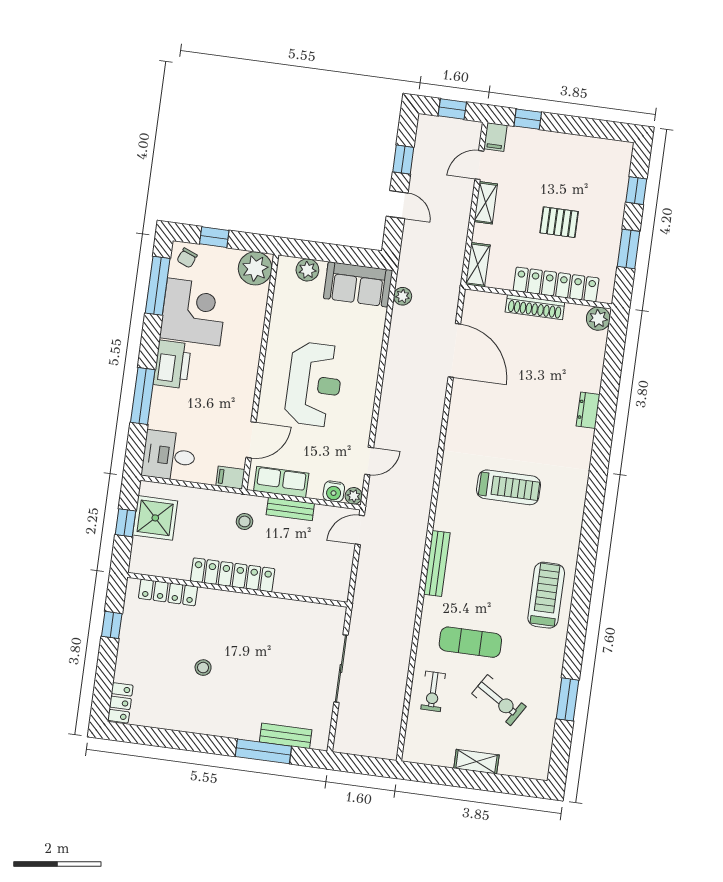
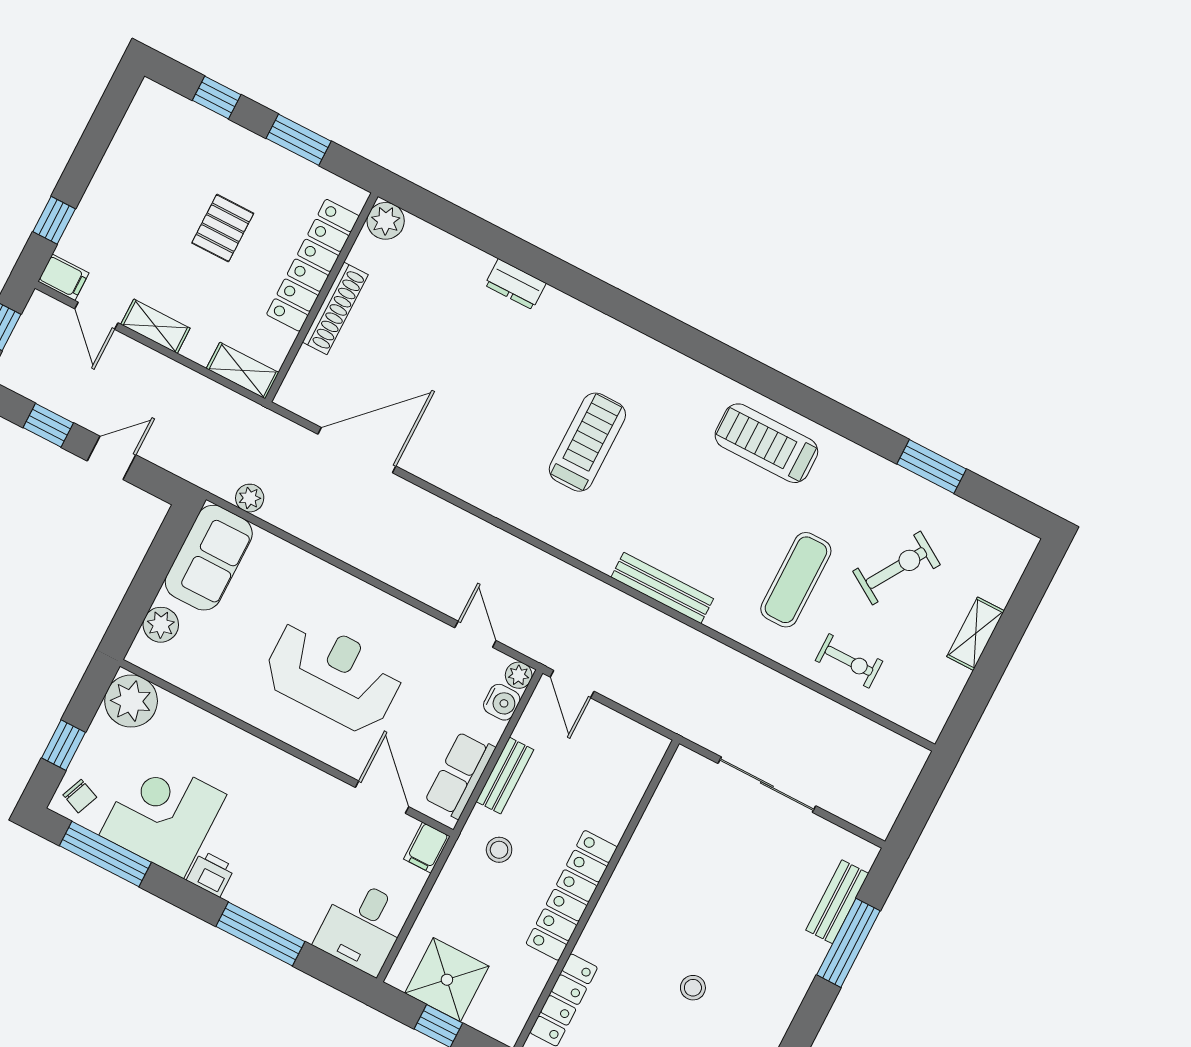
printer: (172, 364) -> (211, 874), width x0.53, depth x0.68

